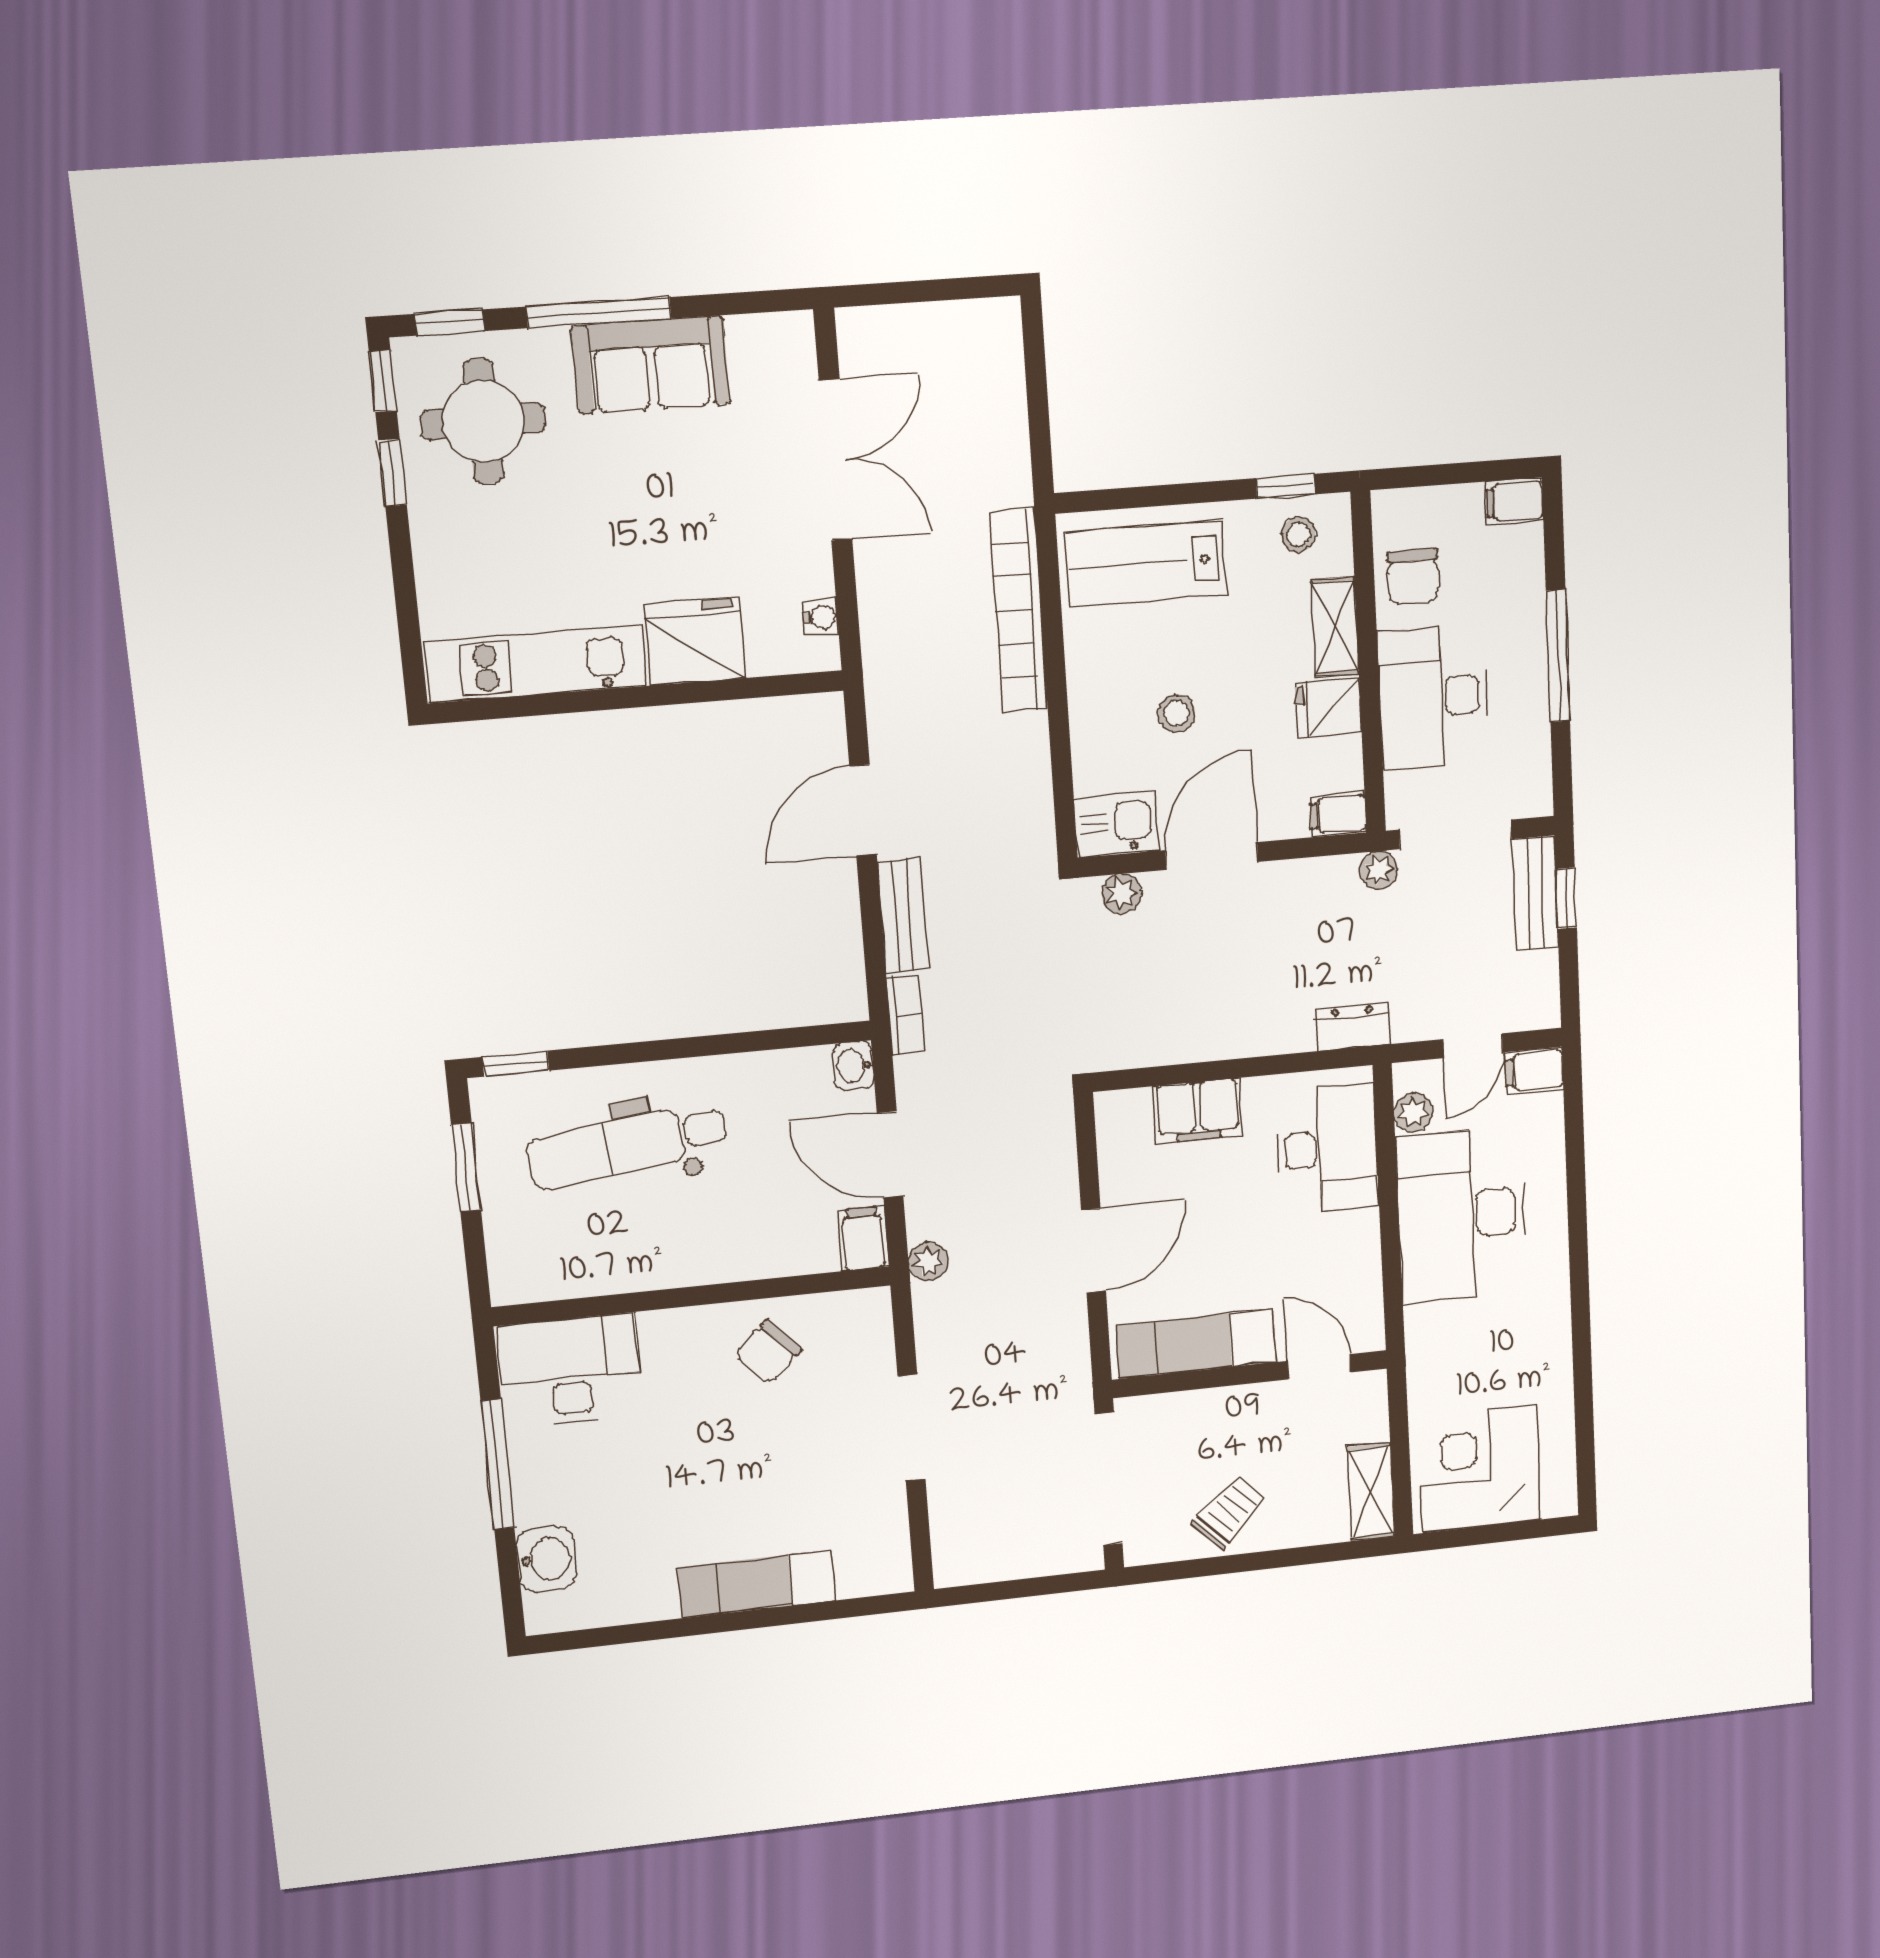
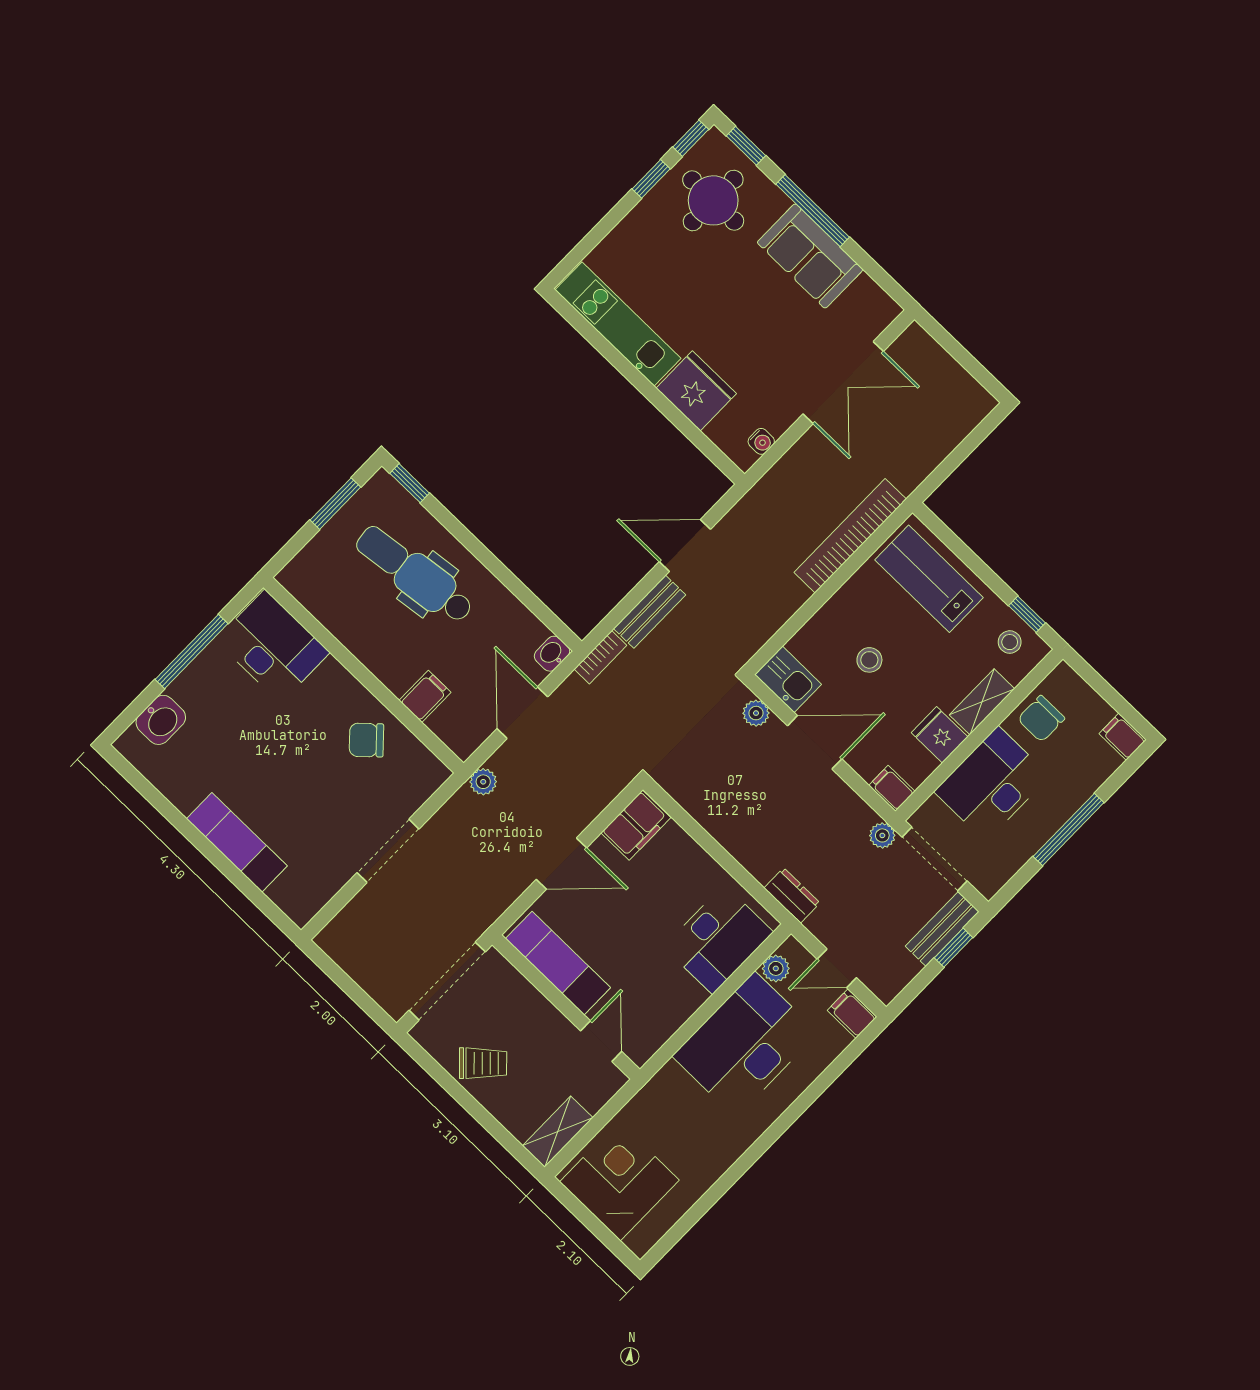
filing cabinet: (1198, 1111) -> (636, 825), moved, turned -90
filing cabinet: (863, 1239) -> (425, 696), moved

